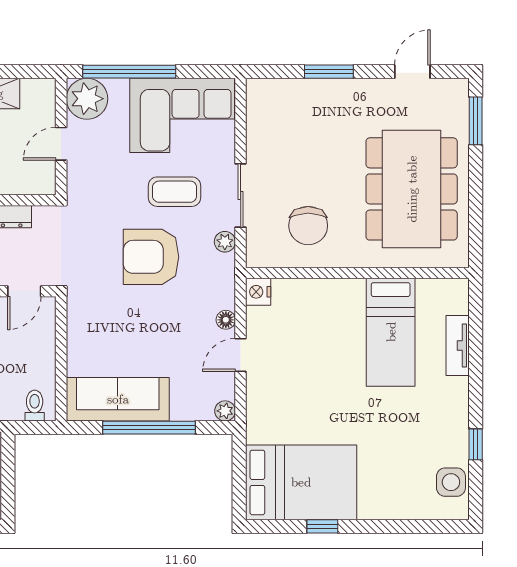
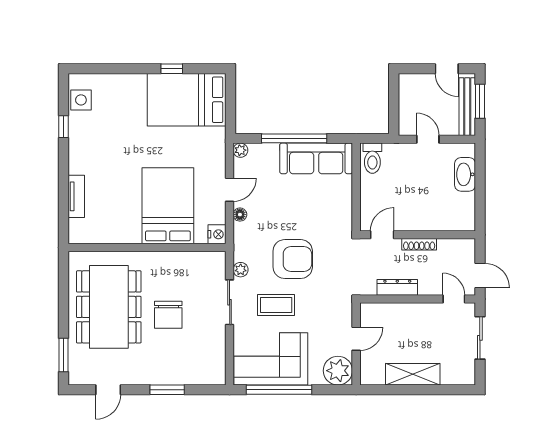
window: (129, 72) -> (279, 390), moved
chair: (308, 226) -> (168, 315), moved, turned 180
bed: (391, 332) -> (168, 206), moved, width x1.50
toilet: (35, 406) -> (372, 158), width x1.37, depth x1.39

